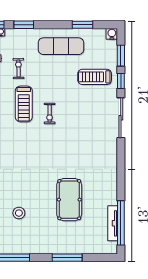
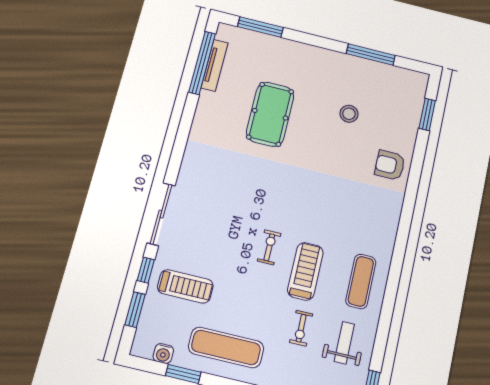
water cooler: (112, 34) -> (163, 353), moved
window: (67, 258) -> (260, 27), moved

